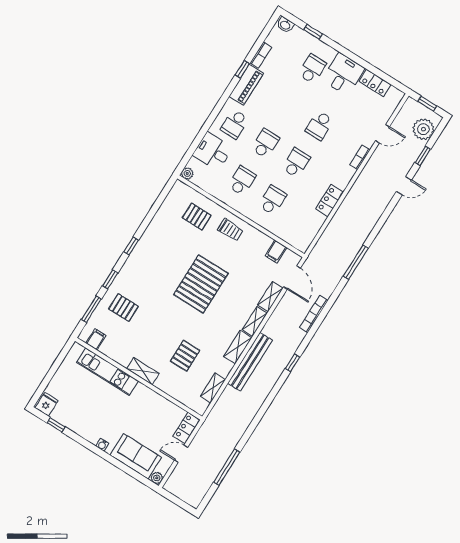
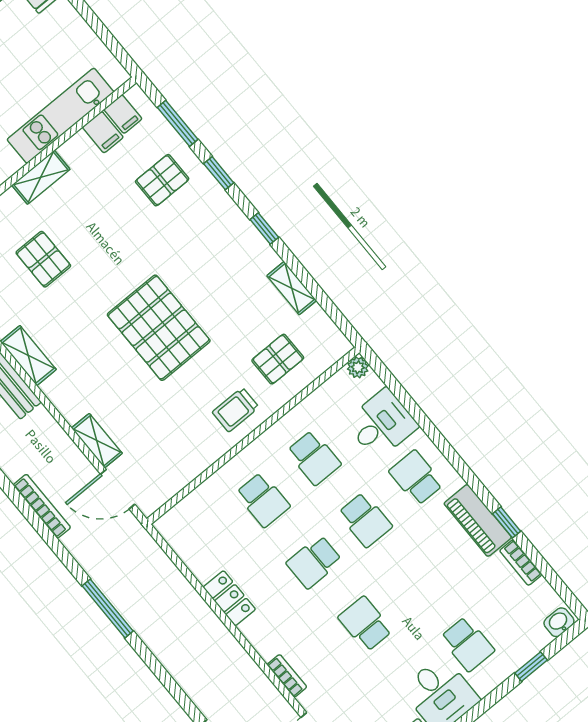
school desk: (296, 163) -> (314, 562), turned 90
filing cabinet: (276, 252) -> (103, 132), moved, turned 180
shelving: (255, 321) -> (292, 288), moved

